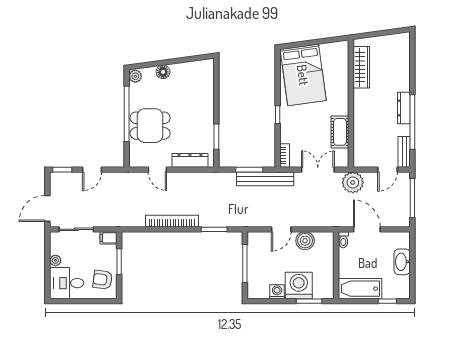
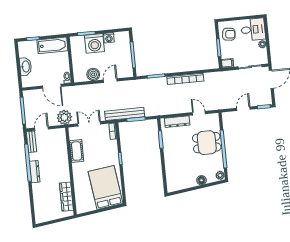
double door: (318, 170) -> (89, 124), swing flipped

